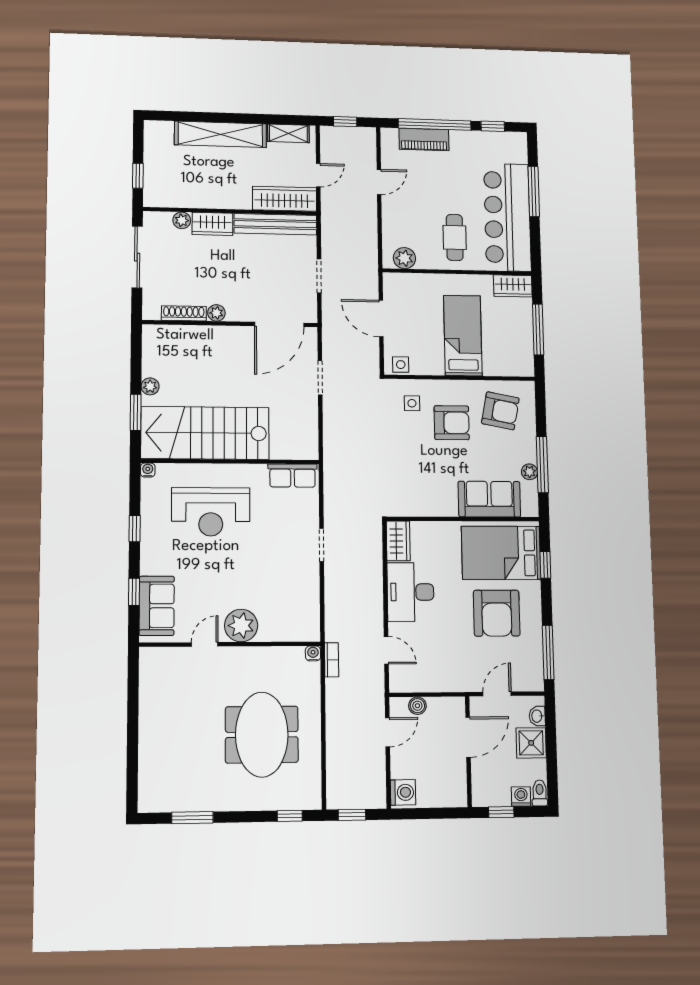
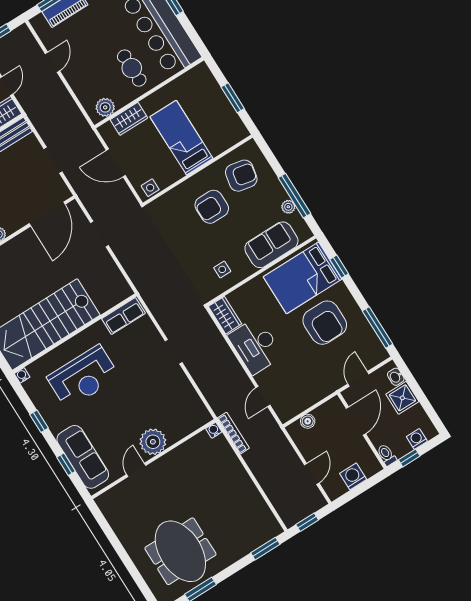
wardrobe: (513, 286) -> (129, 119), moved
window: (538, 329) -> (233, 98), width x0.69
side table: (412, 403) -> (222, 269), moved
armchair: (452, 423) -> (212, 207), turned 180
sofa: (157, 606) -> (83, 457), width x1.36
door: (386, 650) -> (263, 397), swing flipped
bookcase: (332, 660) -> (233, 433), width x1.56
door: (388, 732) -> (312, 474), moved
meeting table: (262, 735) -> (180, 551), moved
washing machine: (403, 792) -> (353, 476), moved, turned -90
toilet: (540, 793) -> (387, 455), moved
window: (290, 816) -> (265, 549), width x1.50

